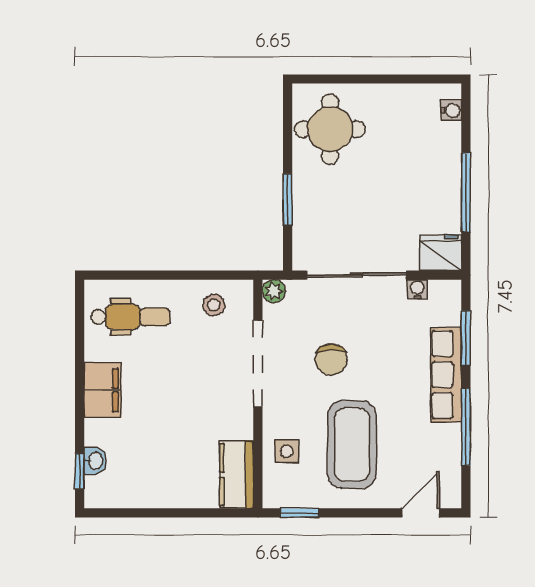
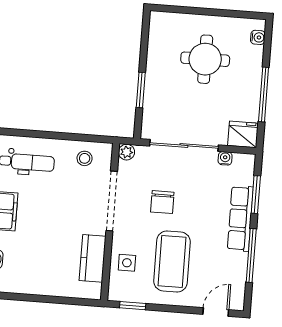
round table: (330, 129) -> (205, 59), moved
kitchen counter: (237, 475) -> (93, 258), moved

